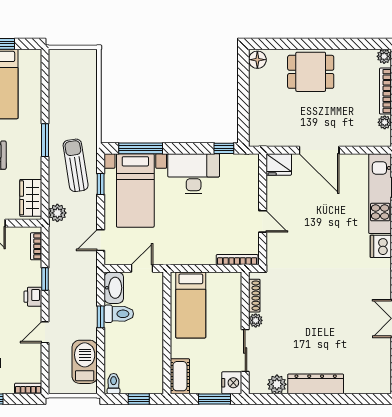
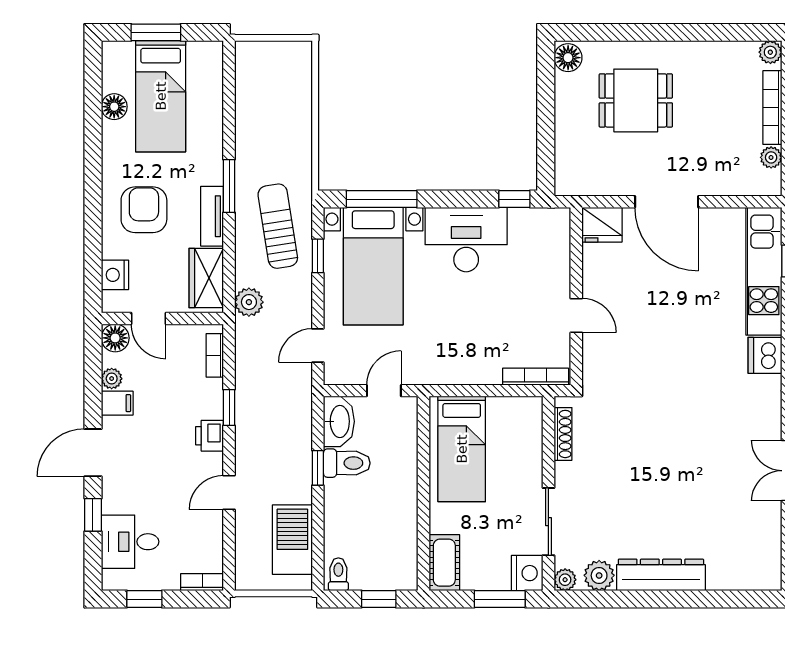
dining table: (311, 72) -> (636, 100), moved
tv unit: (34, 159) -> (212, 216), added
plant: (256, 320) -> (565, 580), moved

